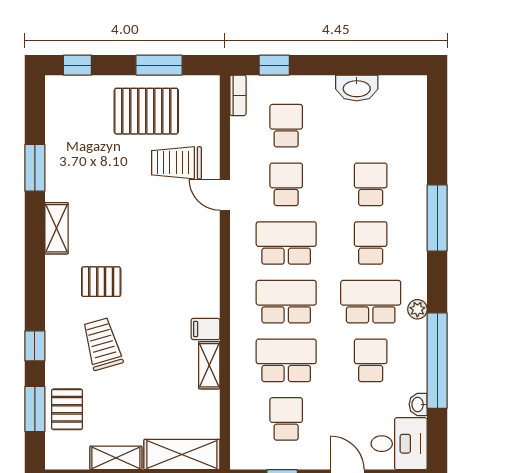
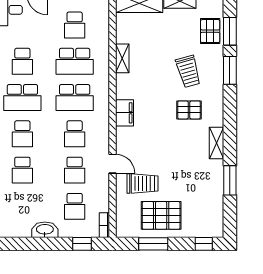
washbasin: (357, 88) -> (45, 230), moved
school desk: (286, 243) -> (75, 134), width x0.54
filing cabinet: (206, 329) -> (124, 113), moved, width x2.00
window: (35, 346) -> (230, 70), width x1.50

